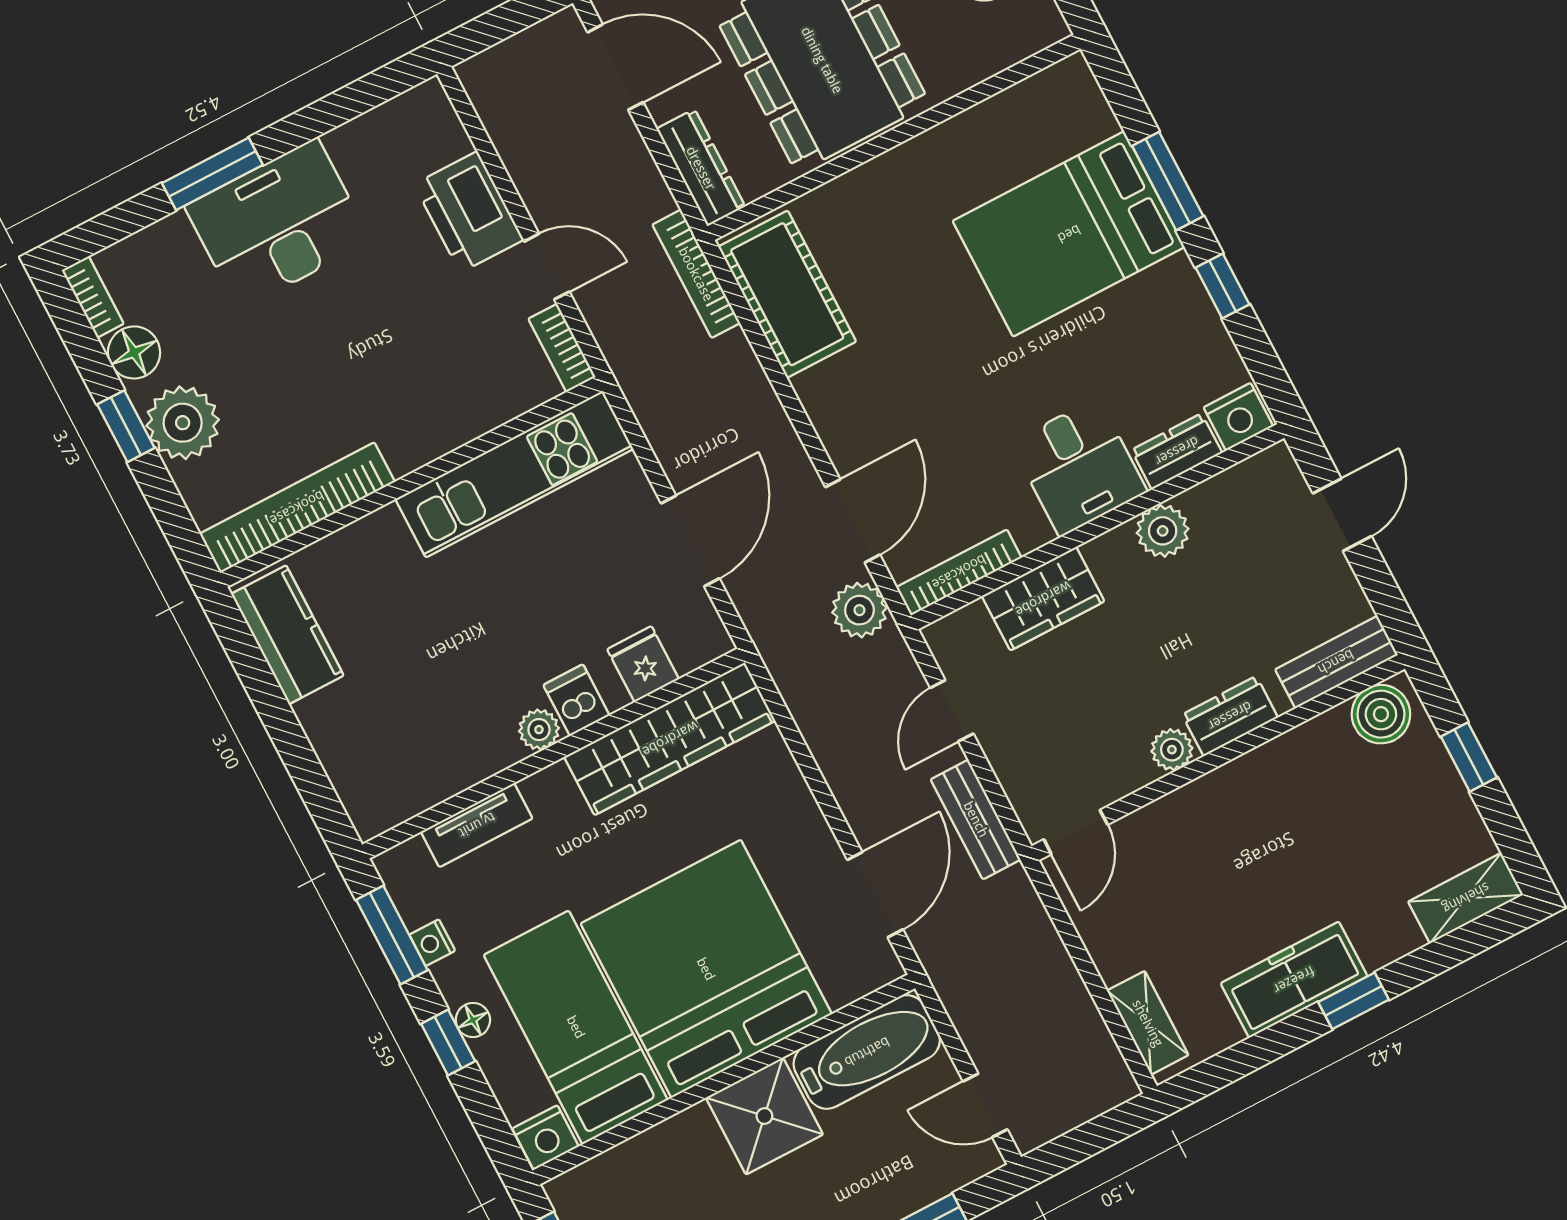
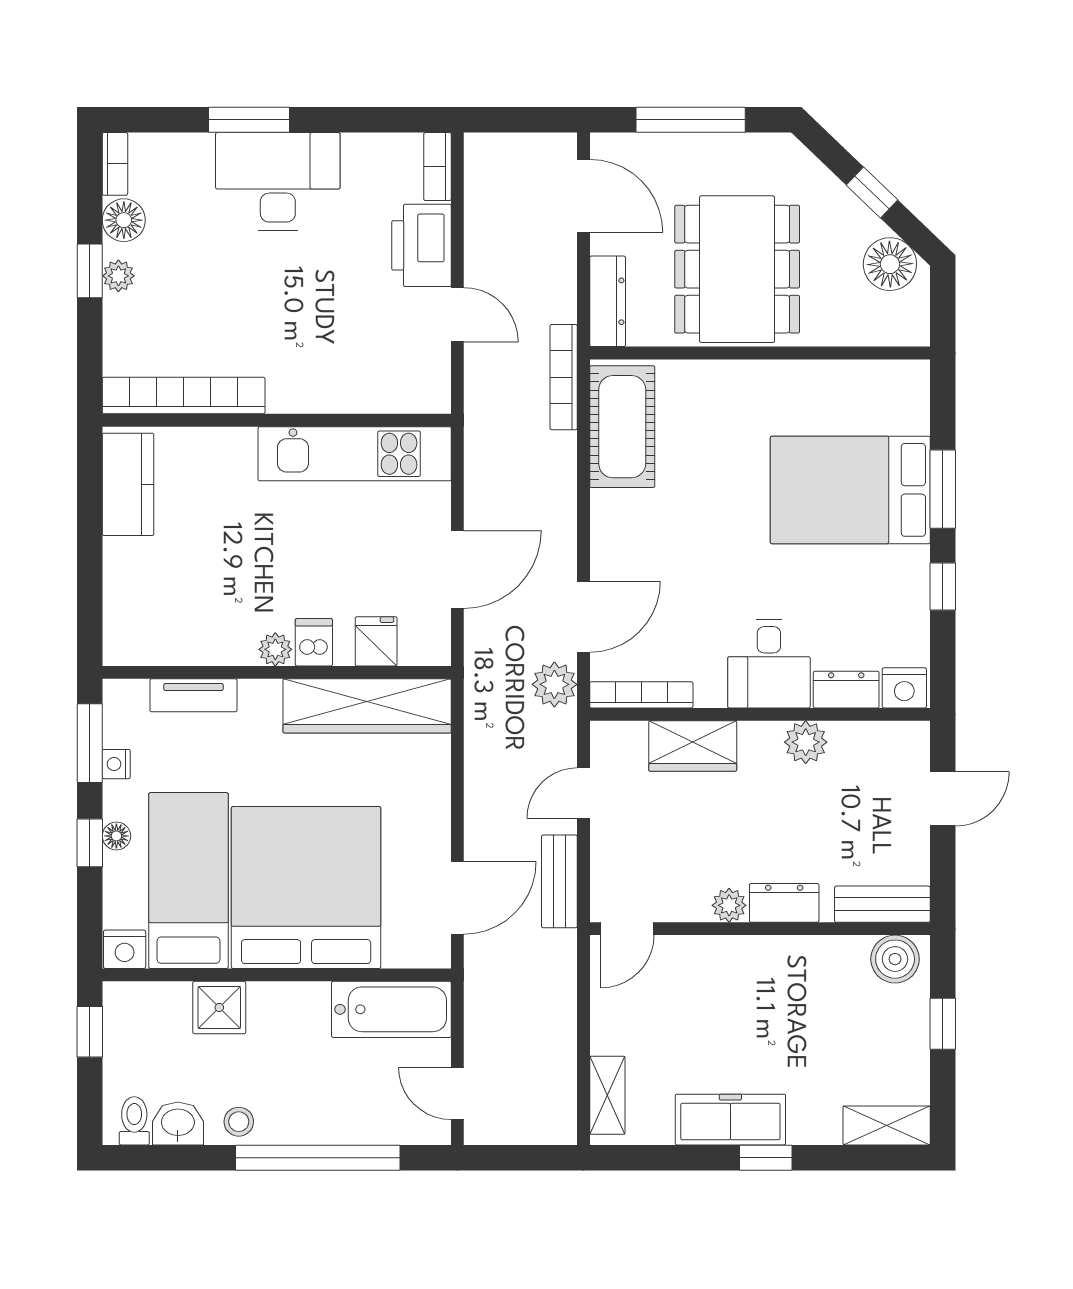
bookcase: (562, 348) -> (437, 167), moved
plant: (183, 423) -> (118, 276), width x0.53, depth x0.53
shower: (764, 1116) -> (219, 1007), moved, width x0.73, depth x0.73

